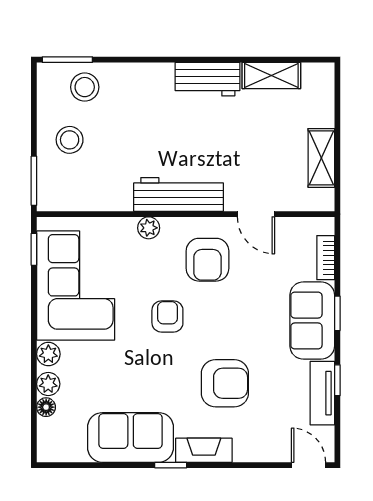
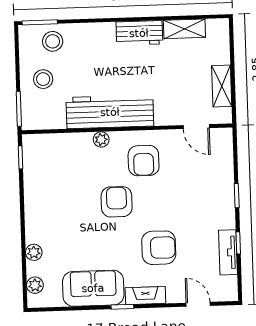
workbench: (179, 194) -> (110, 112), width x1.36, depth x1.32
door: (256, 214) -> (196, 127), moved
bookcase: (326, 258) -> (227, 156), removed
corner sofa: (76, 286) -> (51, 182), removed
armchair: (167, 316) -> (117, 202), width x1.38, depth x1.38
sofa: (312, 321) -> (219, 201), removed
plant: (48, 354) -> (35, 285), moved
floor lamp: (46, 407) -> (33, 269), removed
door: (309, 465) -> (198, 304), moved

